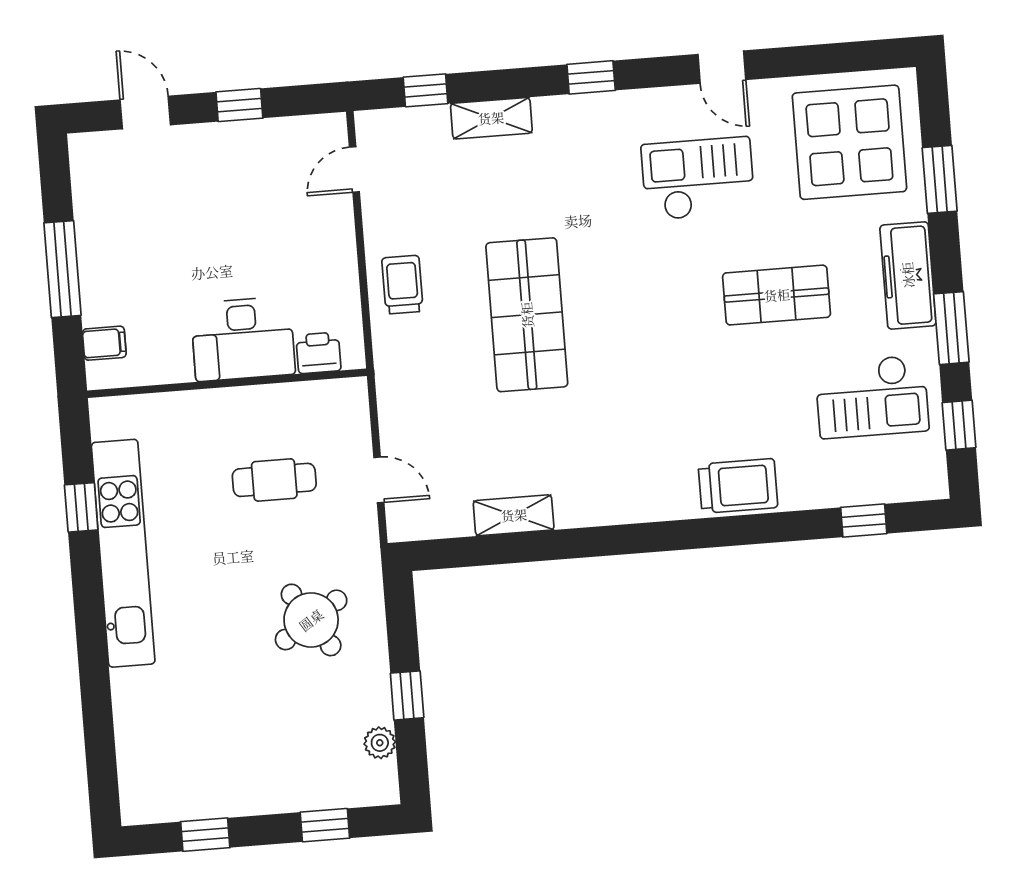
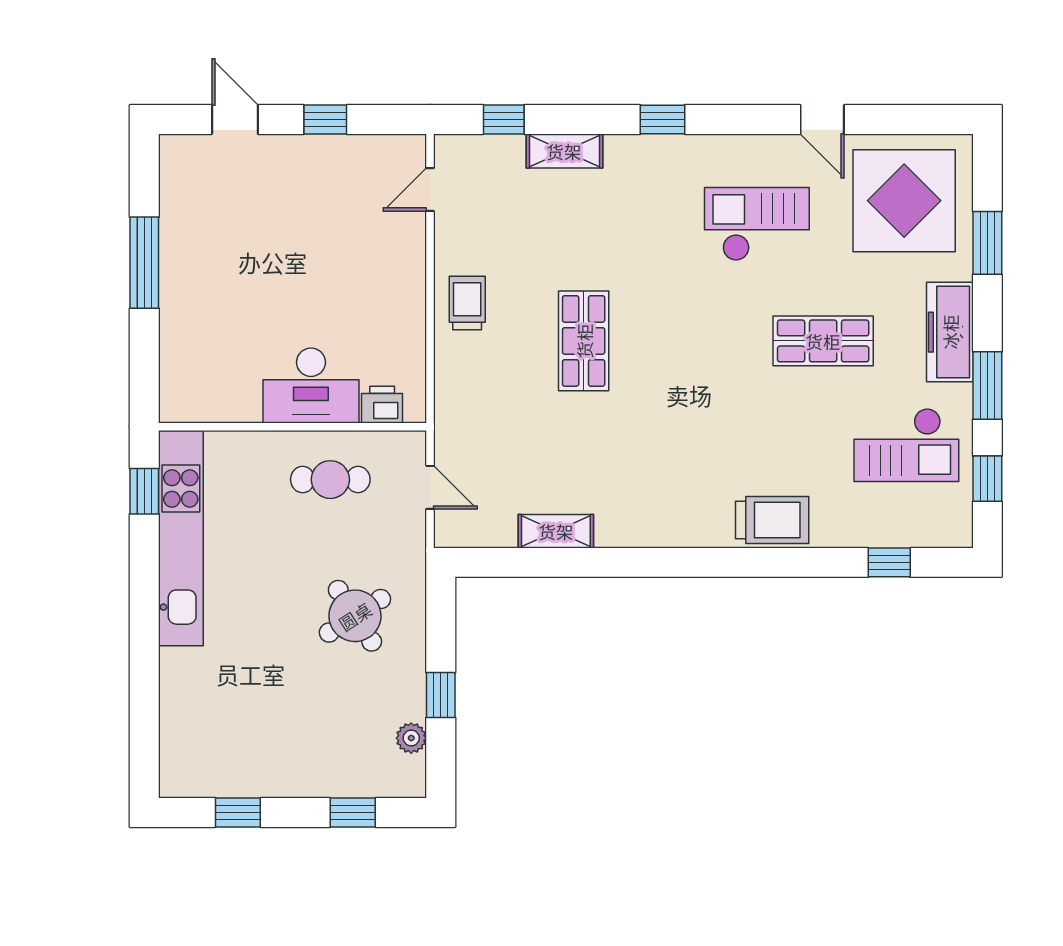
door: (722, 67) -> (822, 119), moved
shop shelf: (527, 315) -> (584, 341), width x0.70, depth x0.74
desk: (243, 339) -> (311, 386), moved
filing cabinet: (104, 343) -> (179, 336), removed
printer: (318, 353) -> (382, 405), moved
wall: (227, 383) -> (293, 427), moved

